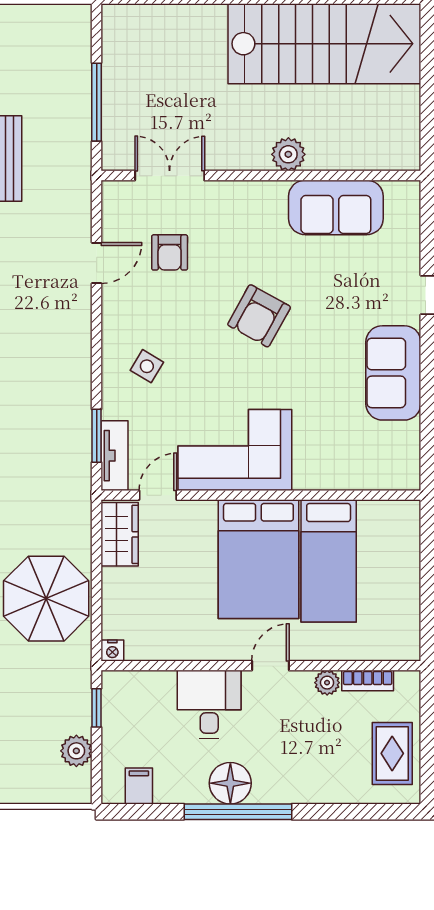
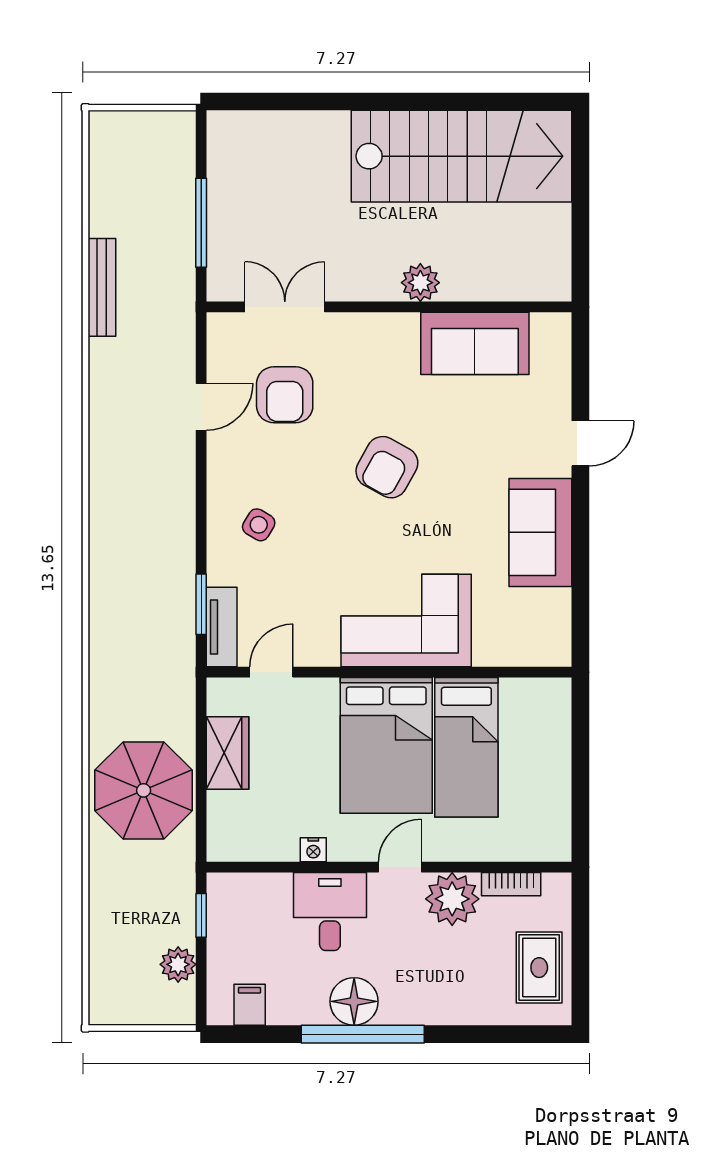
armchair: (170, 252) -> (285, 395), width x1.38, depth x1.38
corner sofa: (235, 450) -> (406, 621), moved
wardrobe: (120, 534) -> (227, 753), moved
nightstand: (112, 650) -> (313, 850), moved
plant: (327, 683) -> (452, 899), width x1.88, depth x1.88

